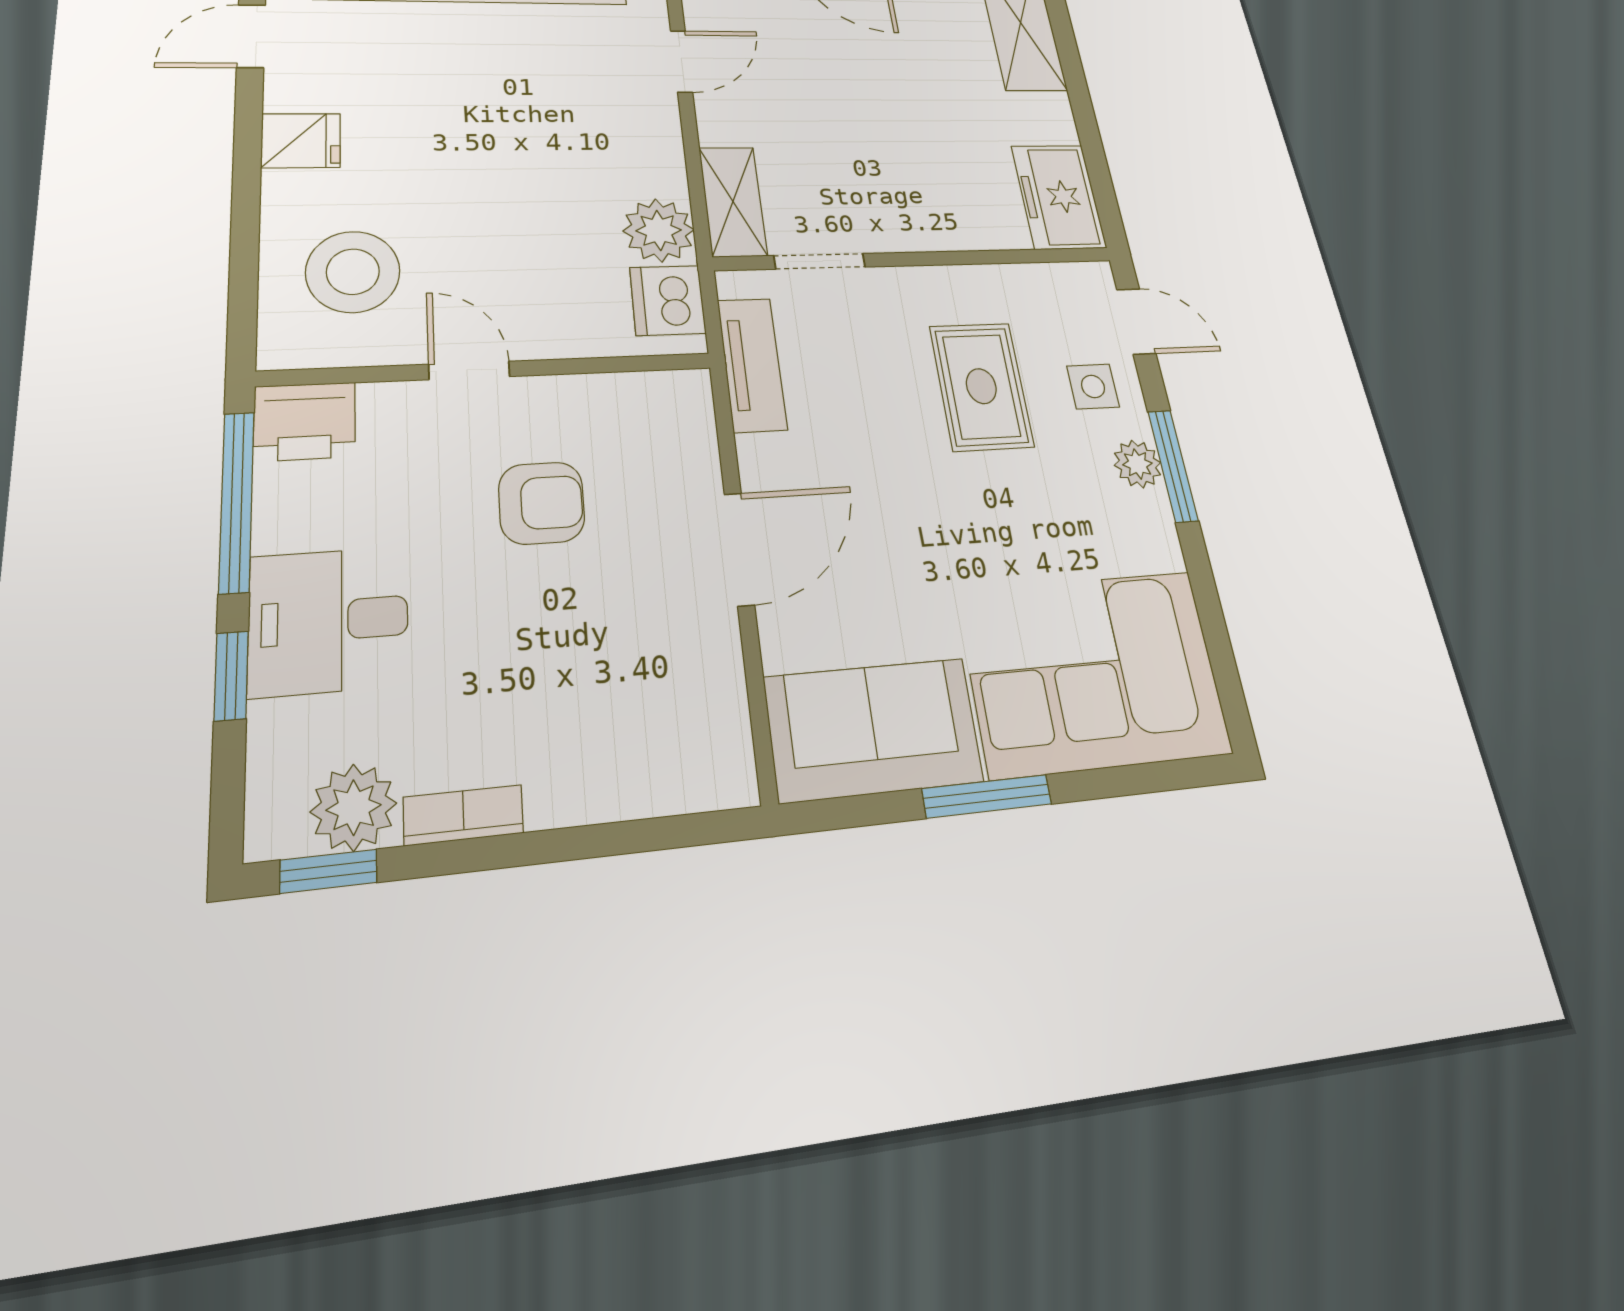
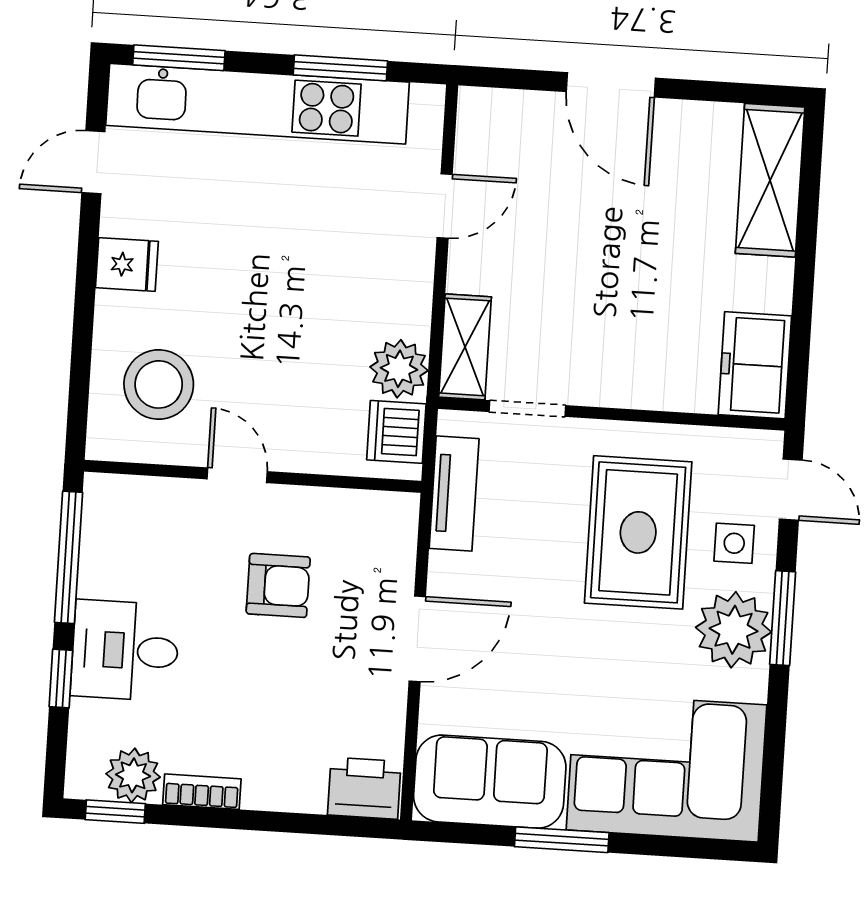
rug: (981, 386) -> (638, 532), width x1.36, depth x1.43
printer: (305, 421) -> (364, 788), moved, turned 180
plant: (1138, 464) -> (734, 630), width x1.87, depth x1.87

